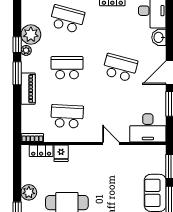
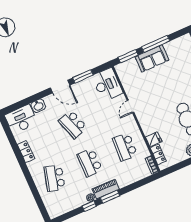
plant: (31, 35) -> (77, 199), removed
school desk: (120, 68) -> (73, 124), turned -33
piano: (28, 89) -> (106, 189), moved

